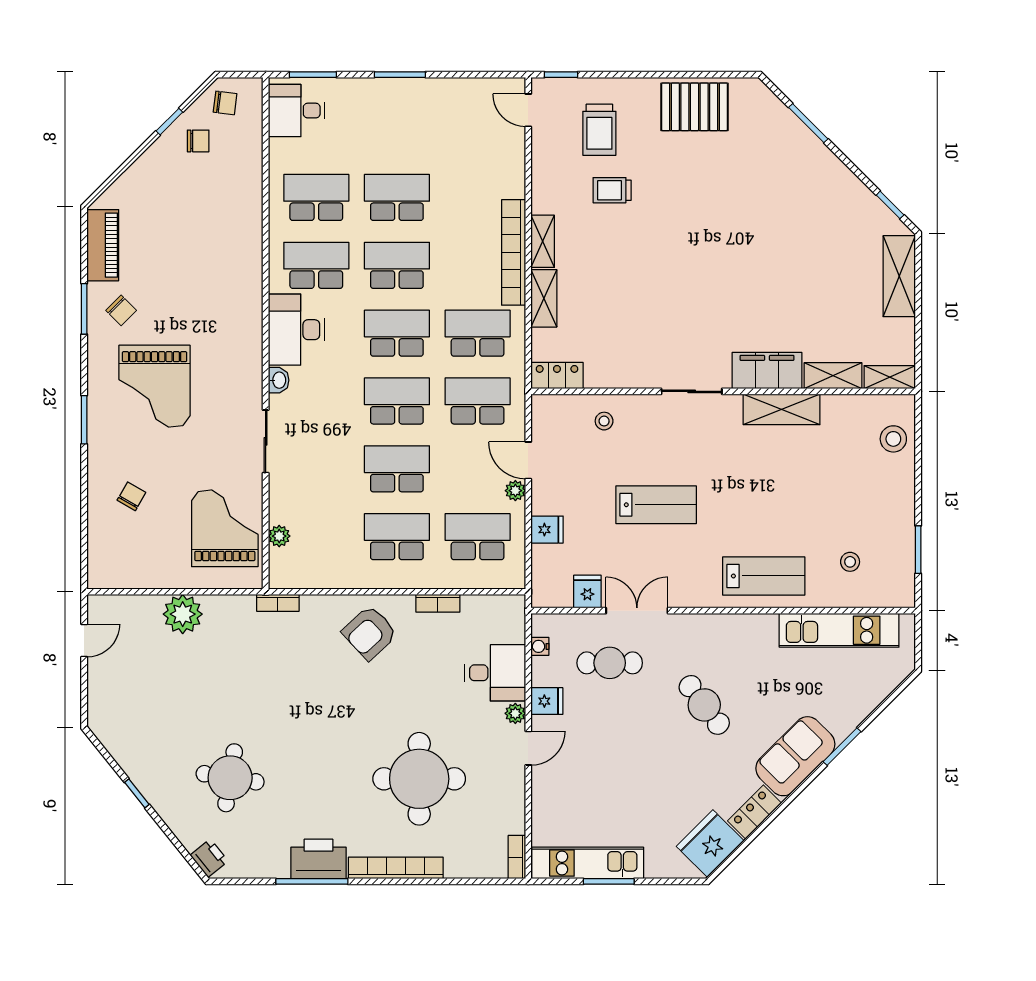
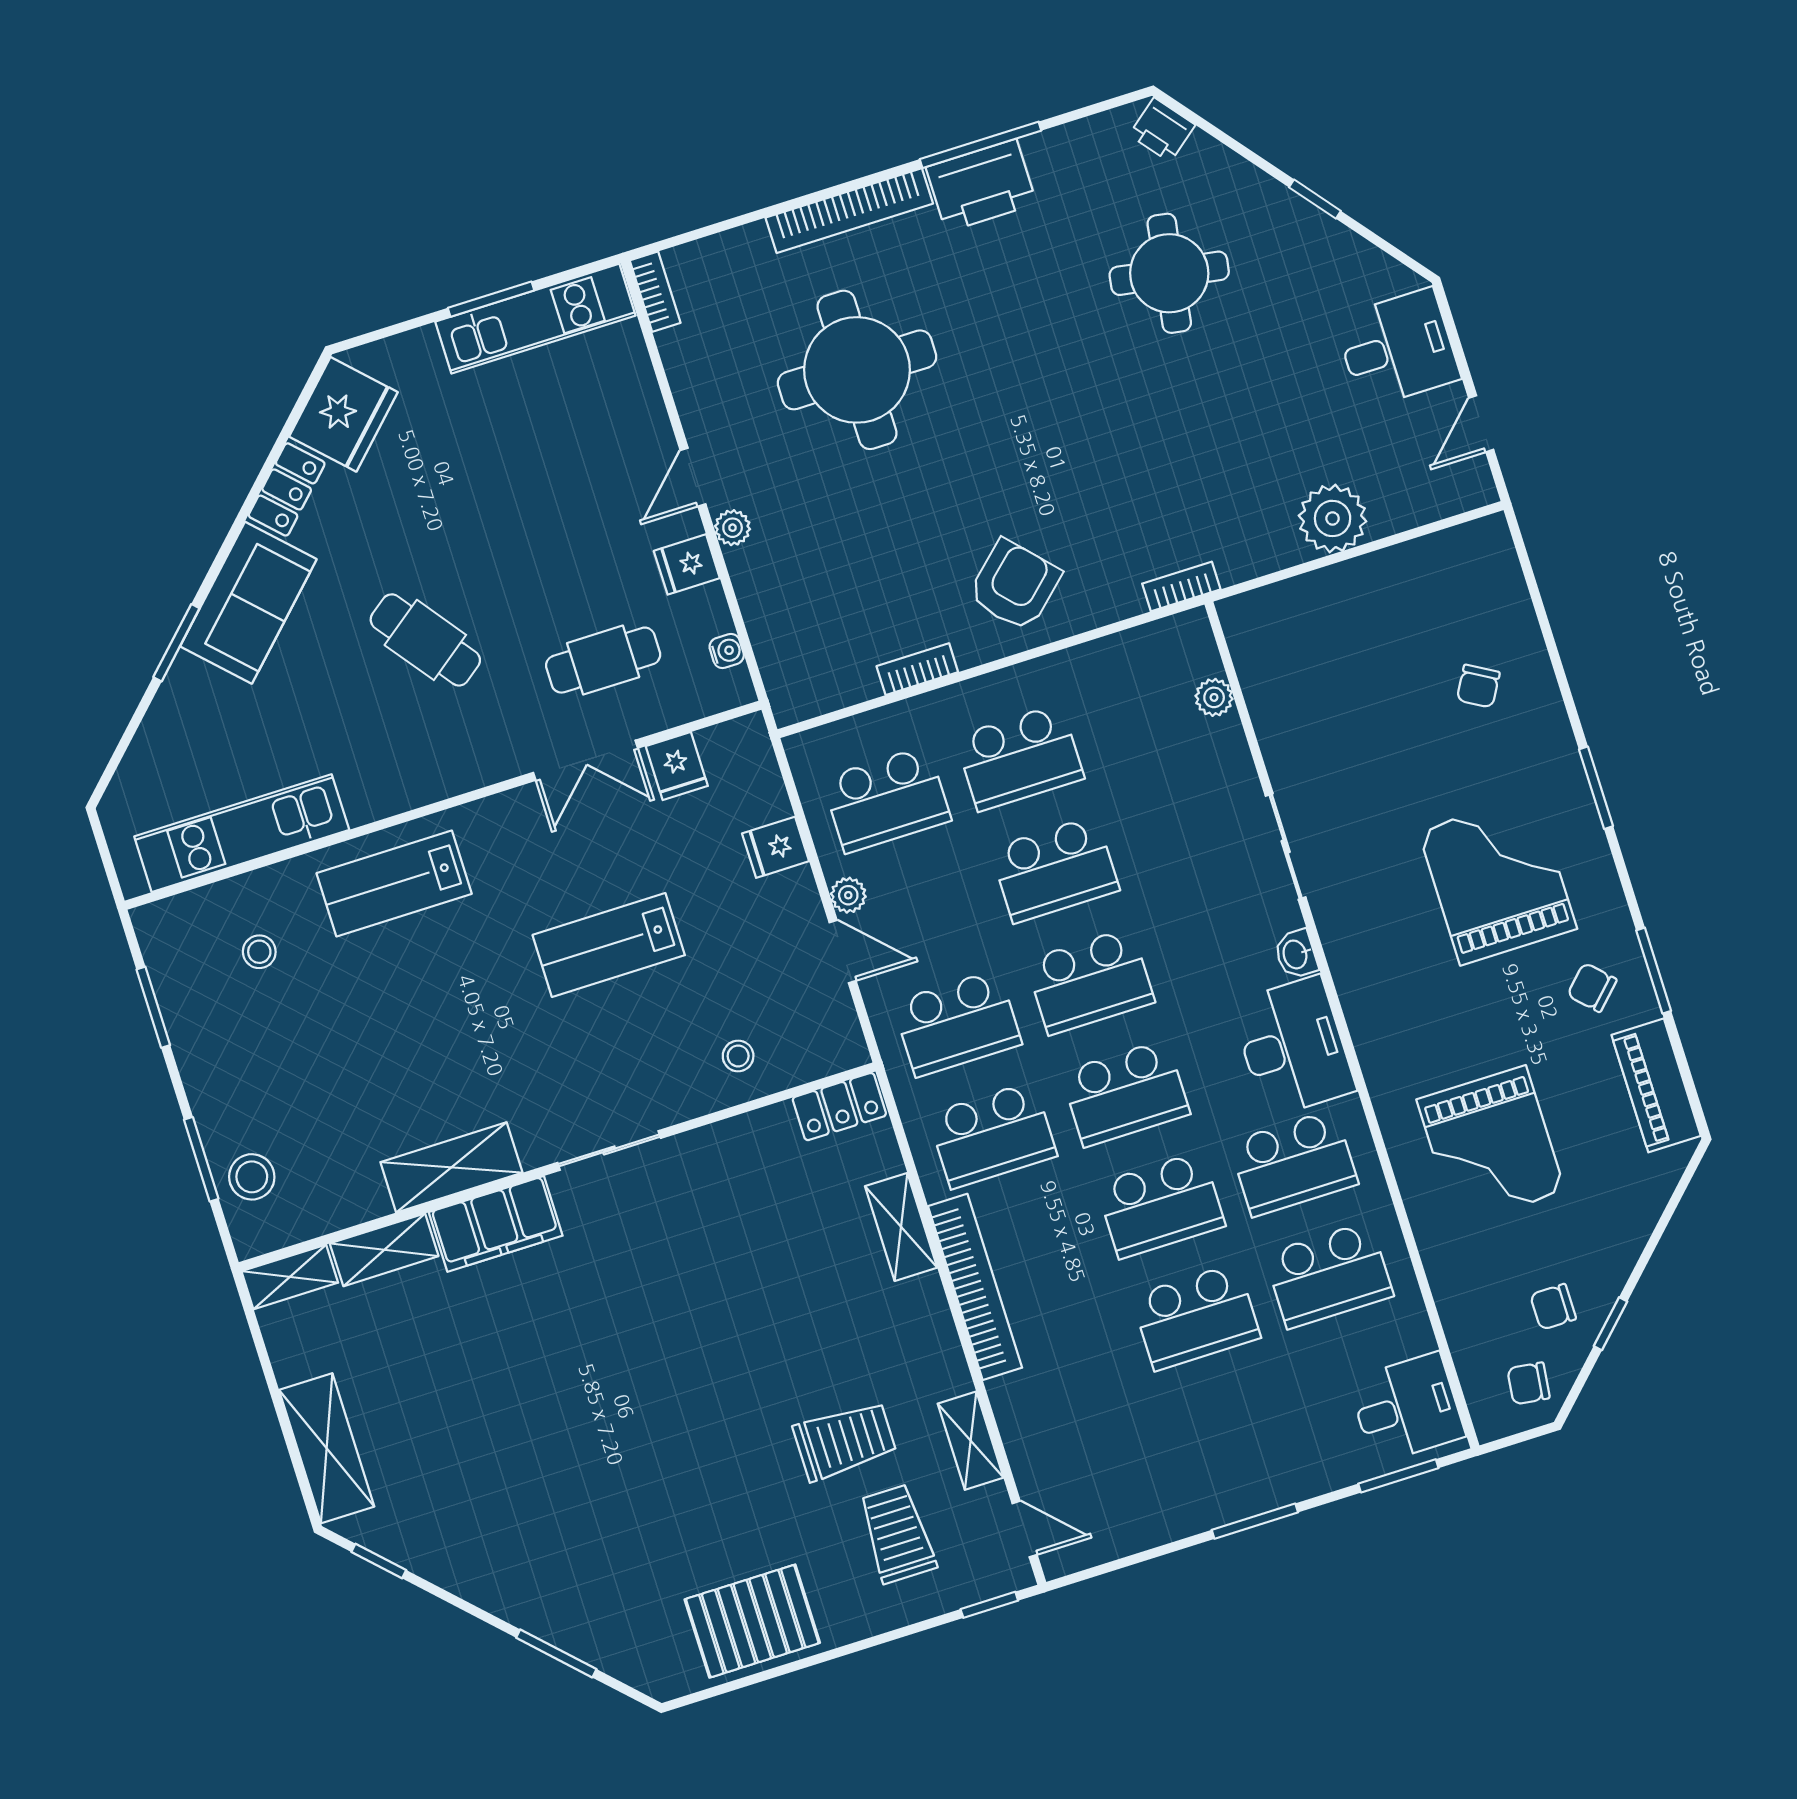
trolley: (612, 190) -> (845, 1441), width x1.36, depth x1.39
shelving: (543, 241) -> (971, 1441), moved
window: (918, 457) -> (201, 1159), added
grand piano: (225, 528) -> (1491, 1145), moved
desk: (495, 673) -> (1397, 348), moved, turned 180

